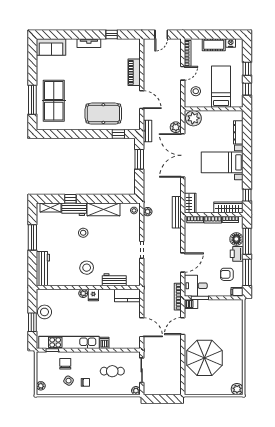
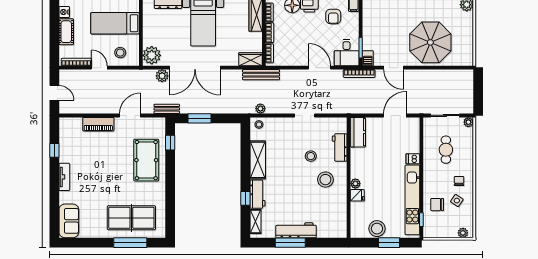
stool: (83, 233) -> (311, 156), moved
workbench: (43, 269) -> (296, 230), moved
fridge: (93, 295) -> (357, 195), moved

